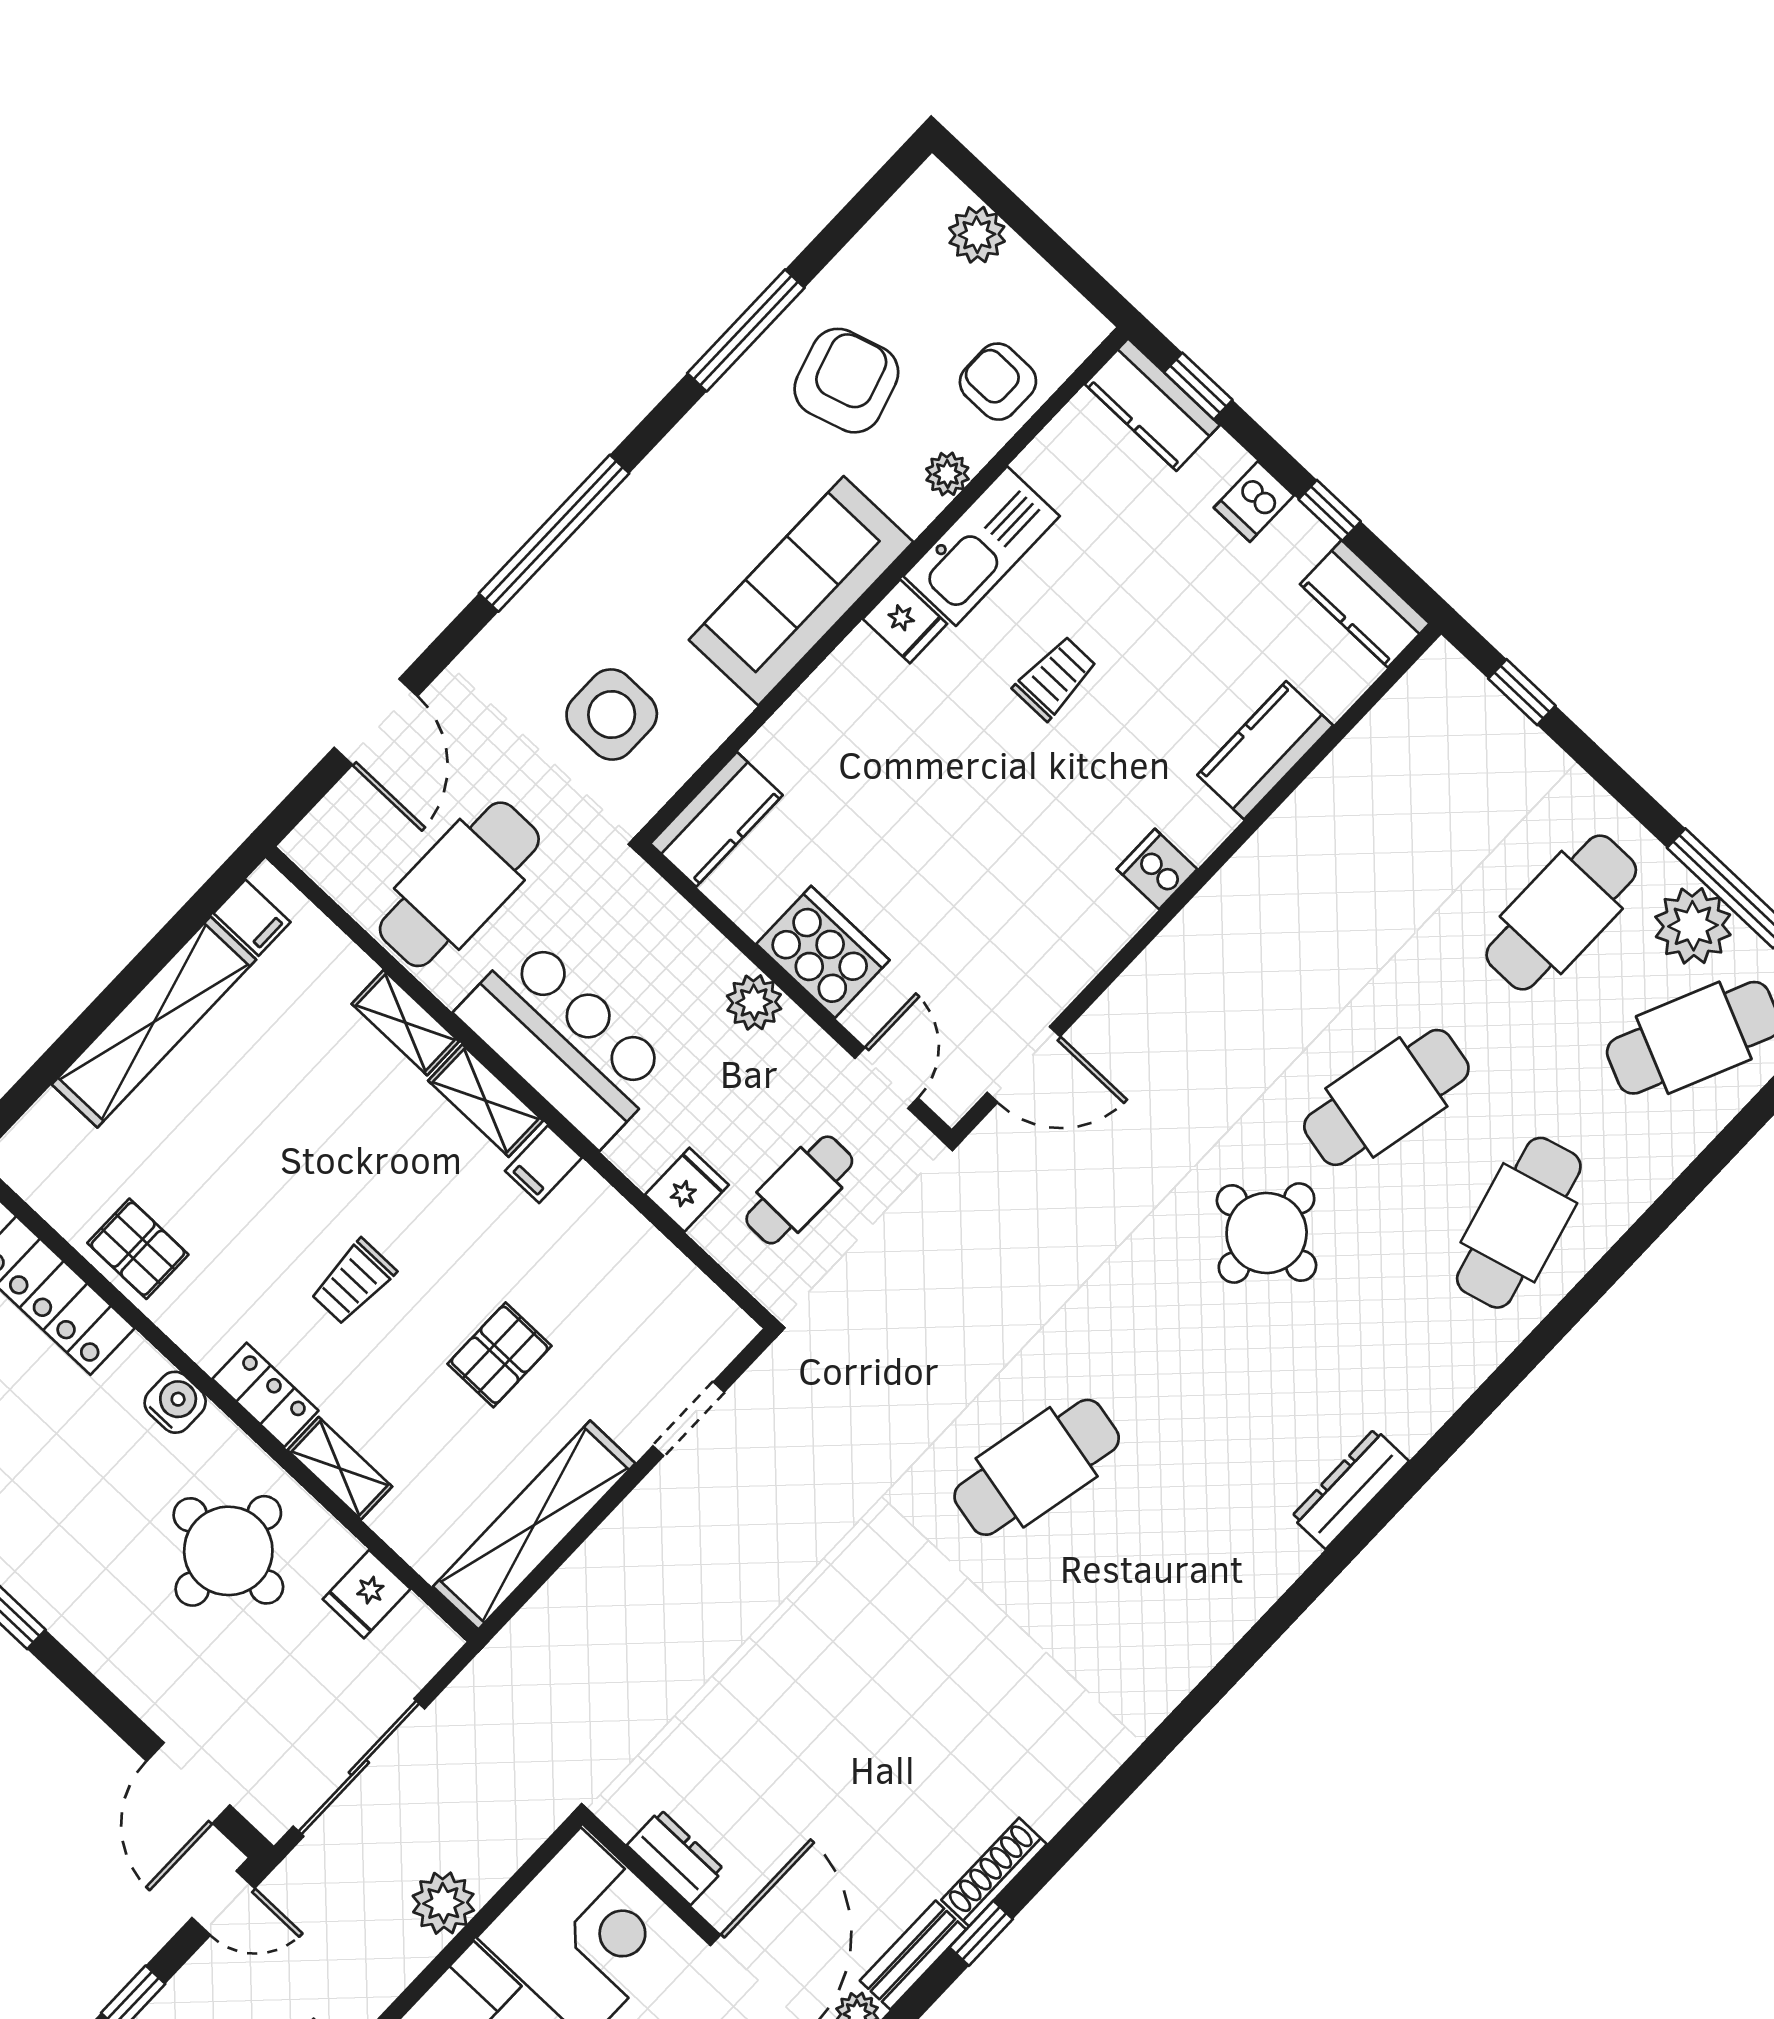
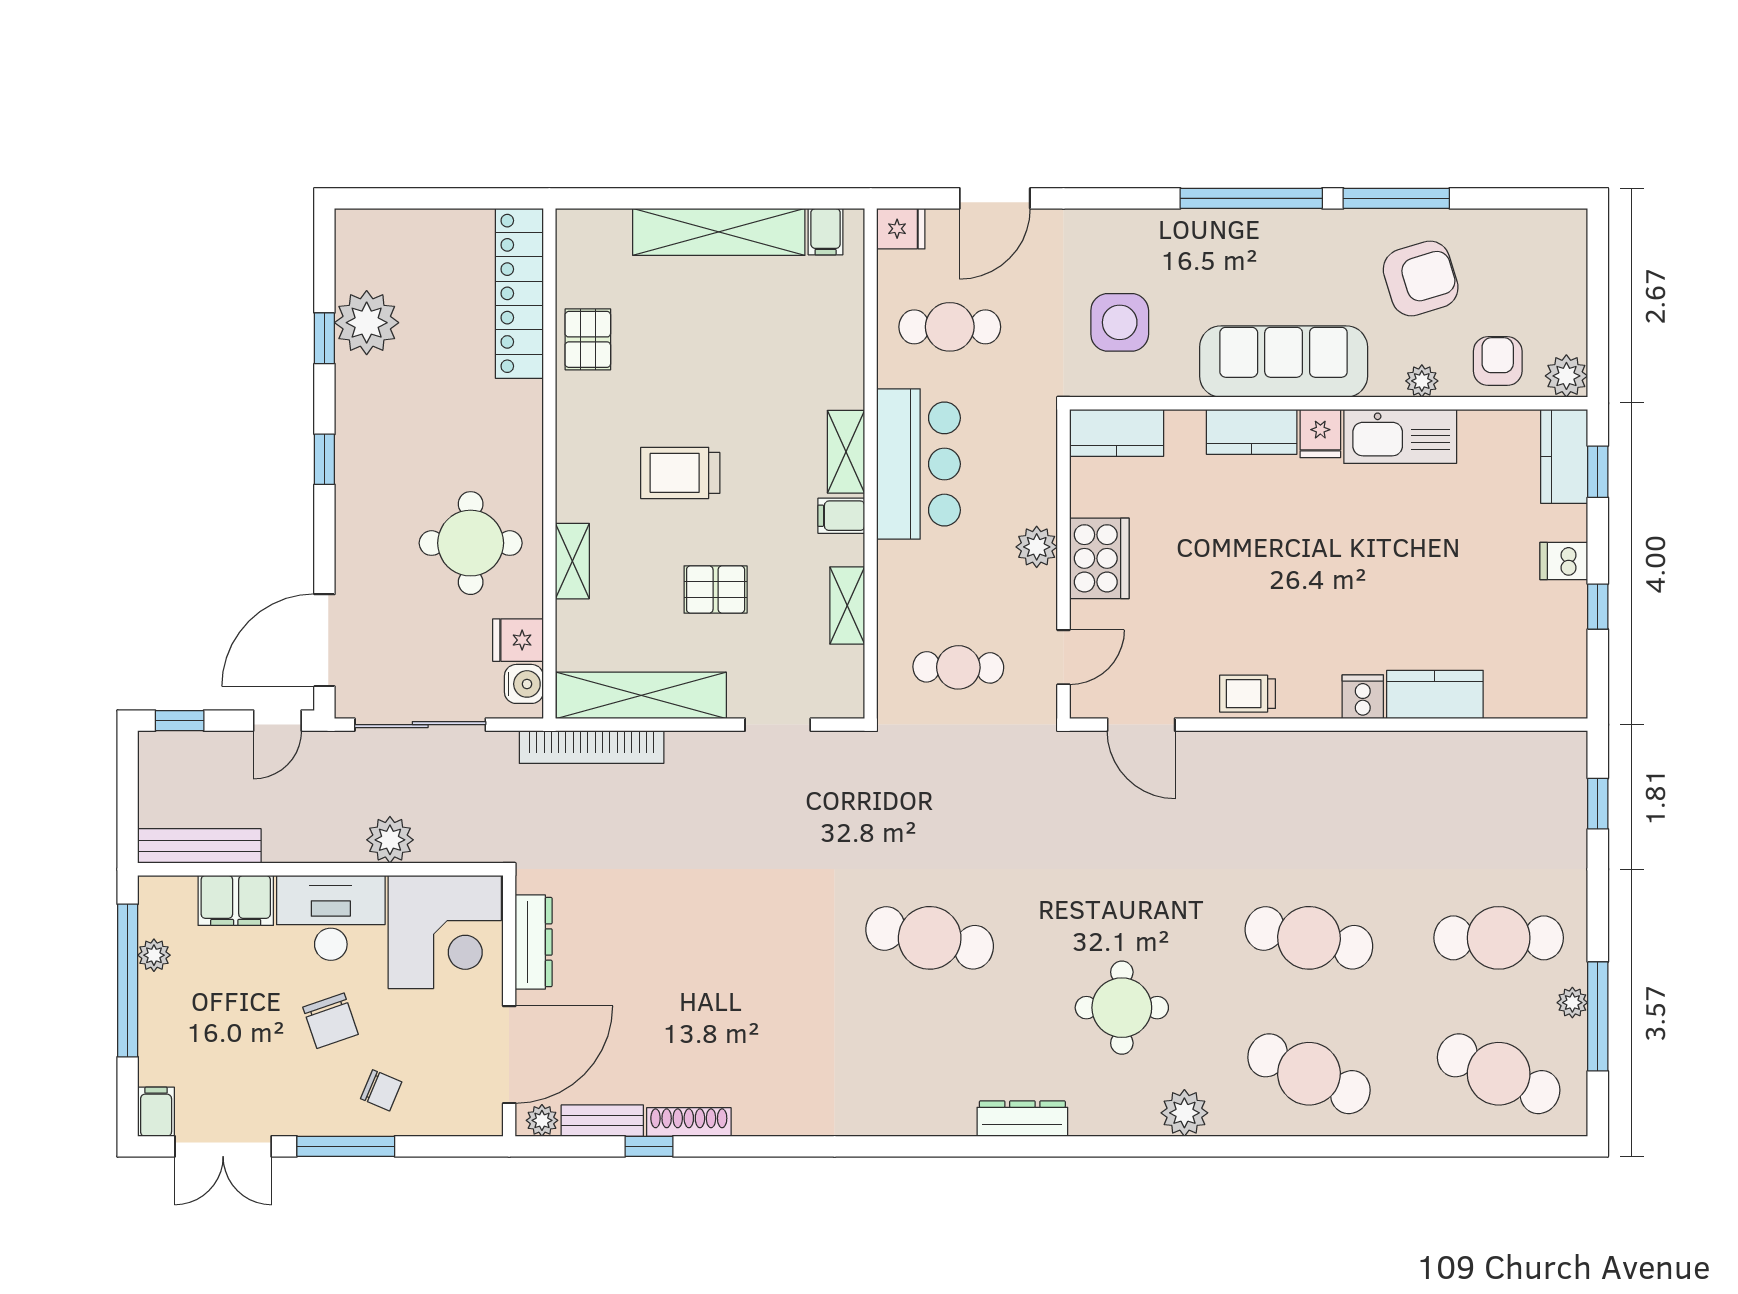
plant: (977, 235) -> (1566, 376), moved
window: (554, 533) -> (1251, 198), moved
kitchen counter: (1365, 604) -> (1252, 432), moved, turned -90
trolley: (1055, 678) -> (1247, 694), moved, turned 180
cooker: (1157, 869) -> (1363, 697), moved
cafe table: (459, 884) -> (950, 327), width x0.73, depth x0.74
plant: (1693, 926) -> (1572, 1003), width x0.53, depth x0.53
shelving: (405, 1023) -> (847, 605), moved
fridge: (687, 1190) -> (901, 229), moved
cafe table: (1519, 1223) -> (1309, 1074), turned 39
round table: (1267, 1233) -> (1122, 1008), moved
trolley: (353, 1282) -> (680, 473), width x1.36, depth x1.39
plant: (1442, 1380) -> (1184, 1113), added
locker: (265, 1395) -> (574, 483), removed
water cooler: (175, 1402) -> (524, 684), moved
dresser: (1350, 1489) -> (1022, 1119), moved
bookcase: (539, 1621) -> (592, 747), added
door: (188, 1783) -> (324, 640), width x1.36
dresser: (675, 1857) -> (534, 942), width x1.44
door: (223, 1903) -> (277, 721), hinge flipped

